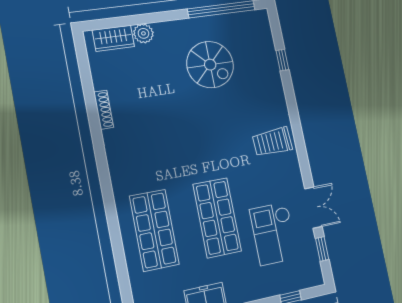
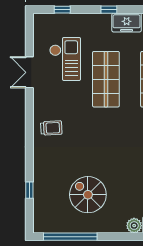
trolley: (272, 142) -> (51, 128), width x0.73, depth x0.72
window: (322, 249) -> (29, 40), removed

